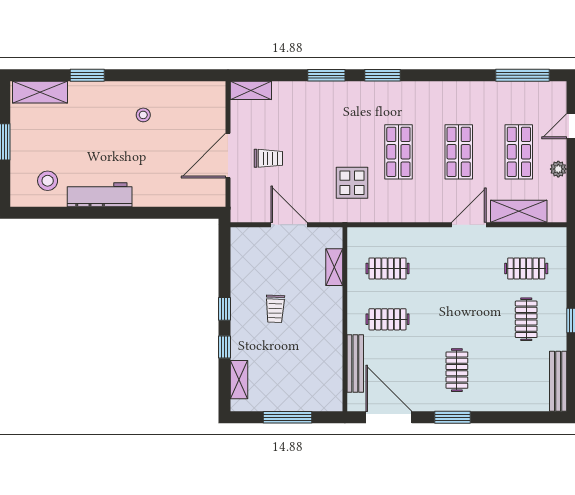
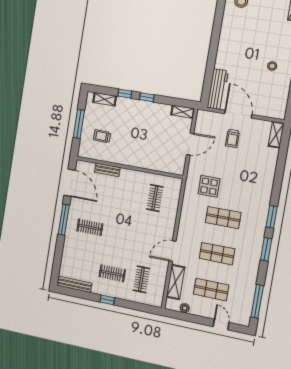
window: (326, 75) -> (266, 249), moved
plant: (558, 169) -> (185, 308), moved
workbench: (100, 195) -> (218, 89), moved
door: (469, 225) -> (172, 251), swing flipped
shelving: (334, 267) -> (183, 112), moved
trolley: (275, 309) -> (102, 136), moved
clothes rail: (388, 319) -> (125, 193), removed
bench: (355, 364) -> (107, 170), width x0.73
door: (389, 417) -> (70, 183), hinge flipped
window: (453, 417) -> (64, 220), width x1.44

